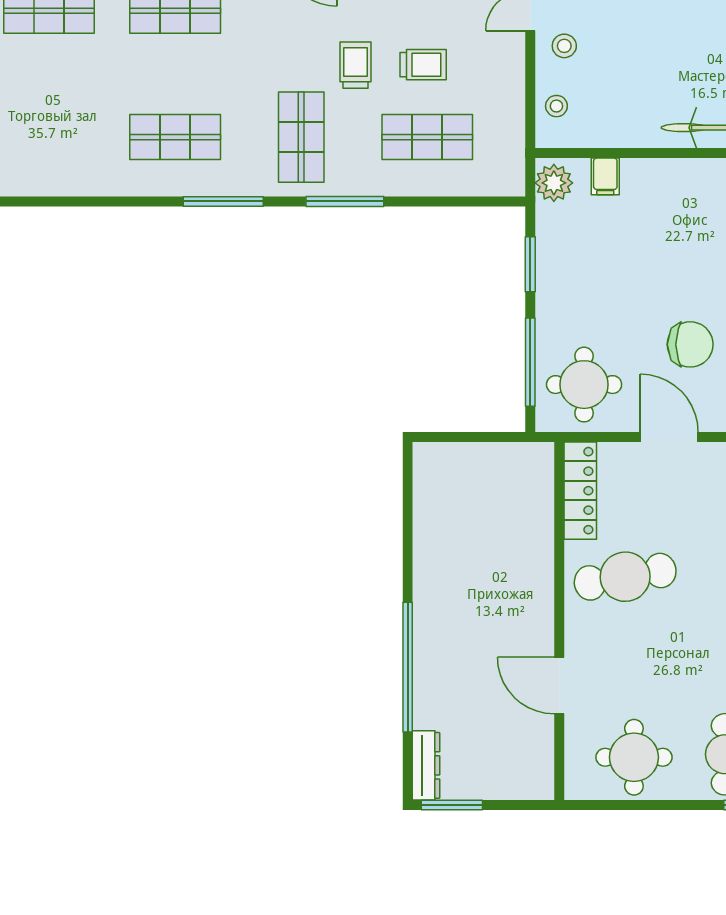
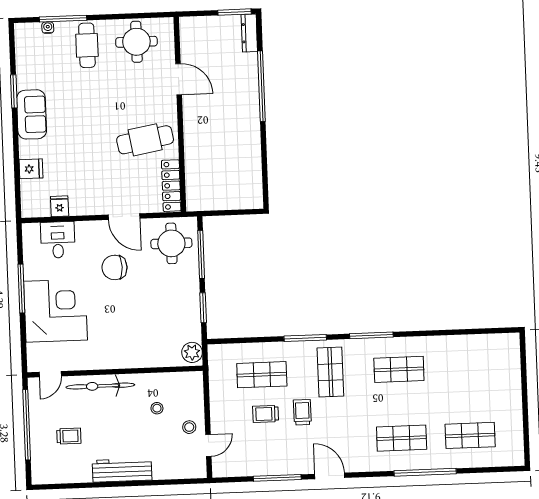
trolley: (356, 65) -> (302, 412), turned 180
stool: (556, 106) -> (157, 408), moved
filing cabinet: (605, 176) -> (164, 357), removed

